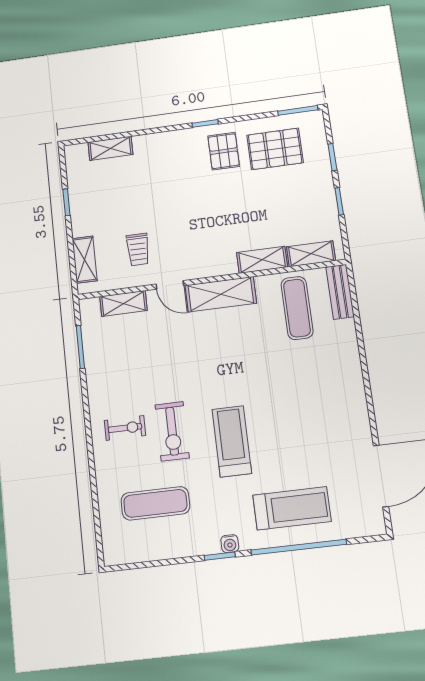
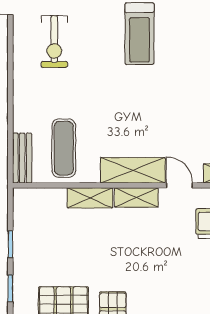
shelving: (311, 254) -> (136, 197), moved
exercise bike: (172, 431) -> (54, 42), moved, turned 180

